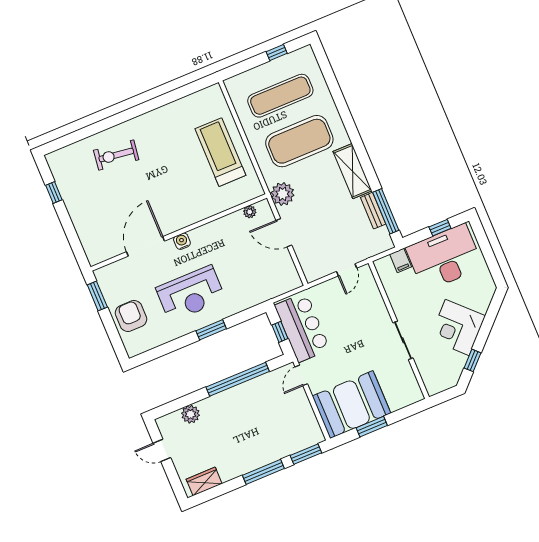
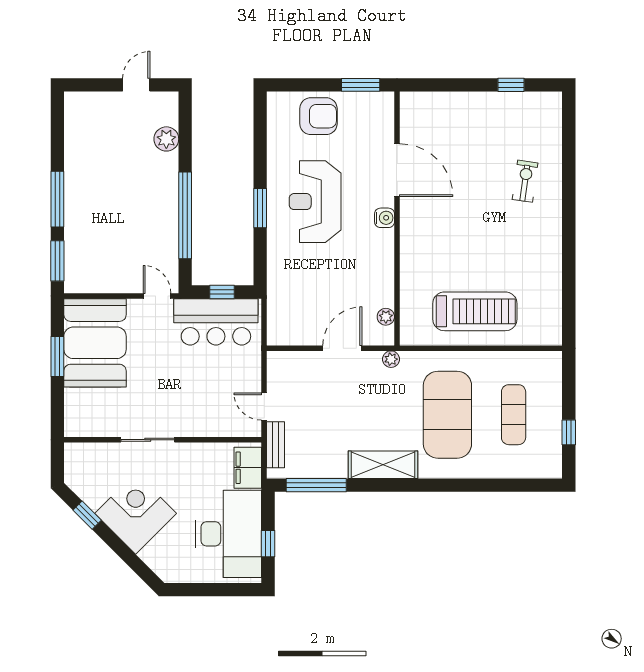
exercise mat: (280, 96) -> (514, 415), width x0.73, depth x0.69
exercise bike: (116, 155) -> (525, 181), width x0.73, depth x0.72
plant: (283, 194) -> (391, 359), width x0.53, depth x0.53
bench: (373, 211) -> (275, 445), moved, turned 90
filing cabinet: (401, 260) -> (248, 468), width x2.00
wardrobe: (204, 481) -> (76, 121), removed

